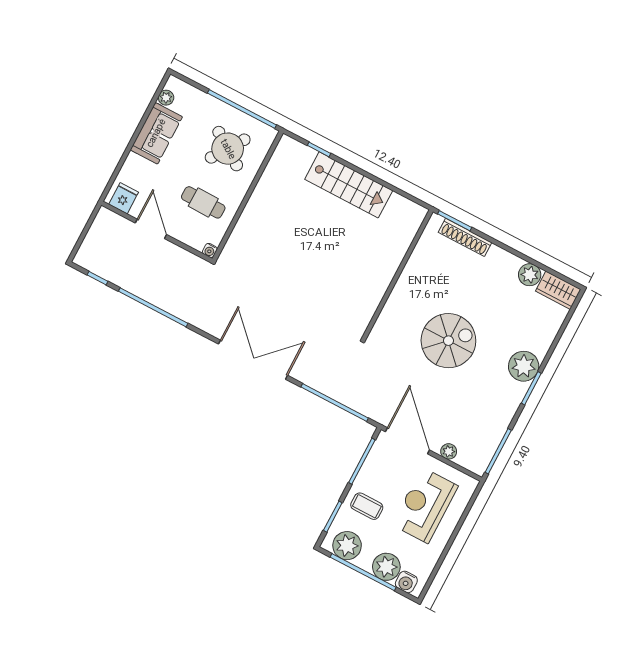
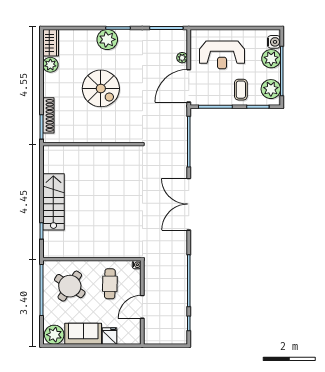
plant: (166, 98) -> (54, 335), width x1.87, depth x1.87
fridge: (124, 198) -> (110, 336), moved, turned 90
spiral stairs: (448, 341) -> (101, 88), moved, turned 180

